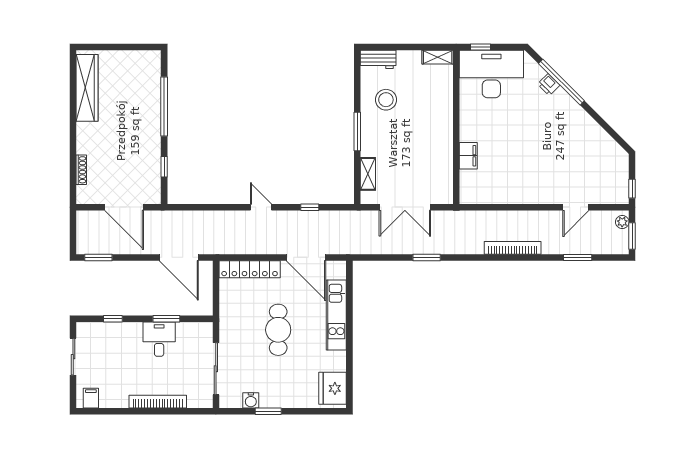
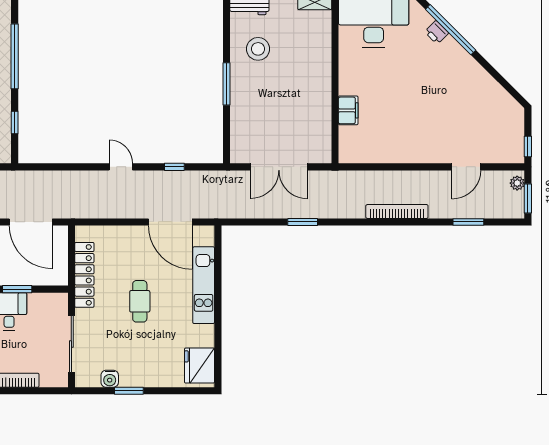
shelving: (368, 174) -> (238, 130), removed
locker: (250, 269) -> (84, 275), moved, turned -90
cafe table: (278, 330) -> (140, 301), width x0.73, depth x0.74

